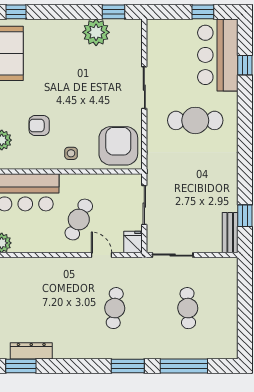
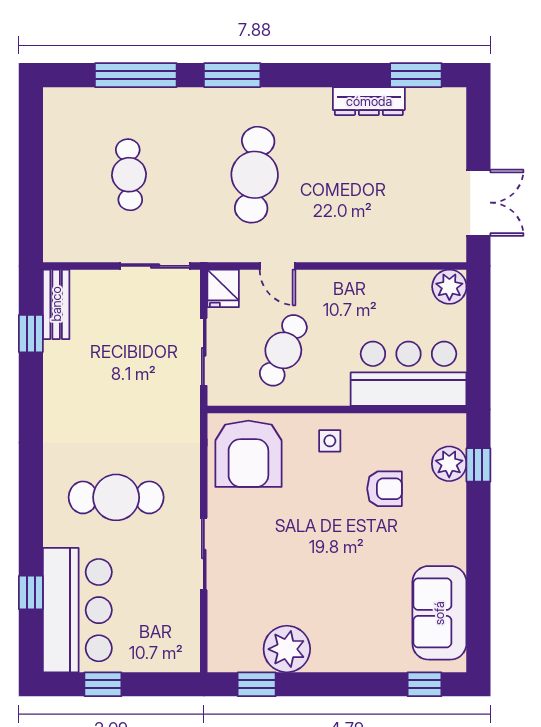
cafe table: (79, 220) -> (283, 350), moved
cafe table: (115, 308) -> (255, 175), width x1.37, depth x1.35
dresser: (31, 351) -> (369, 101), moved

